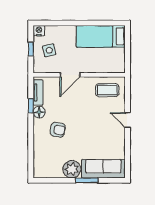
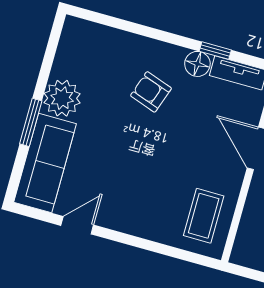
door: (128, 120) -> (77, 225), moved
armchair: (58, 130) -> (151, 92), turned 98

